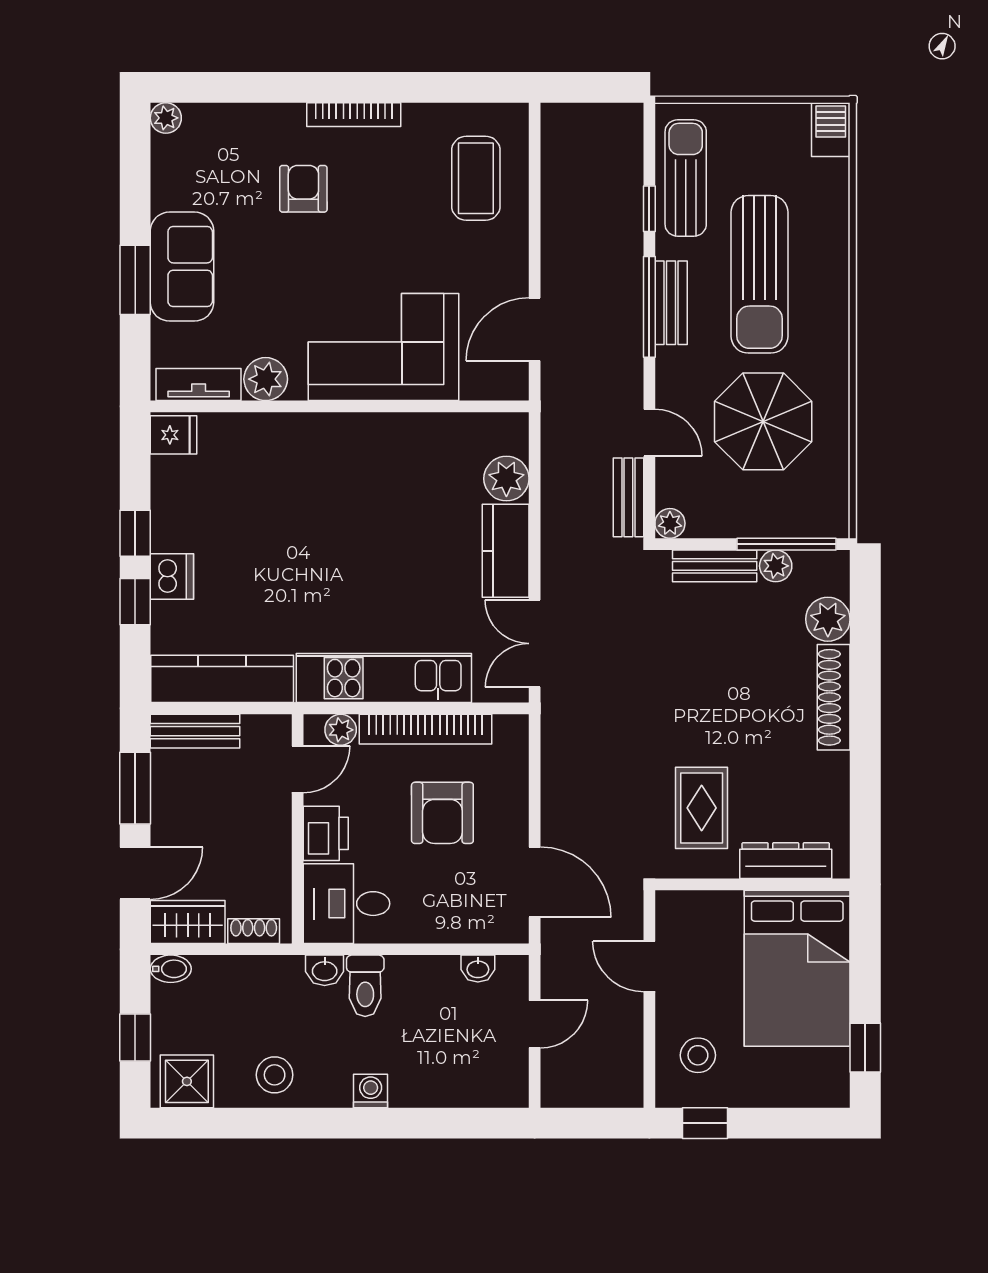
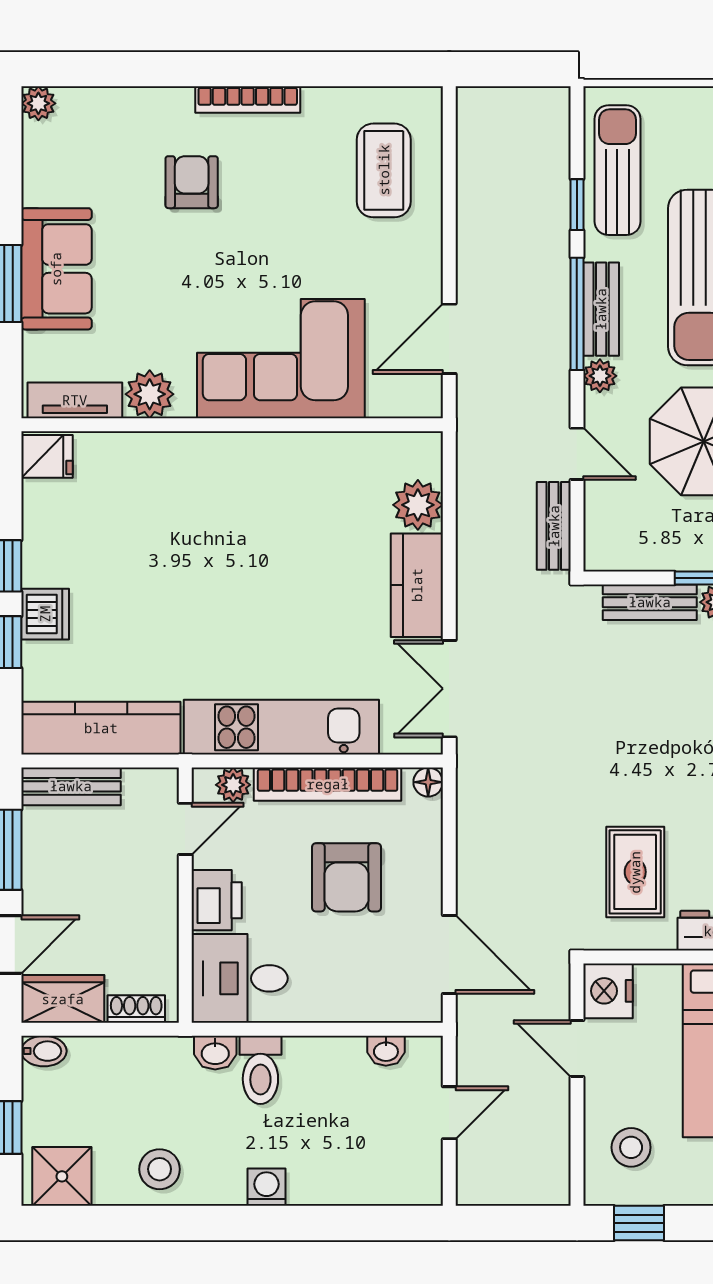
plant: (670, 523) -> (600, 376), moved
floor lamp: (516, 727) -> (428, 782), added
nightstand: (677, 915) -> (608, 991), added

